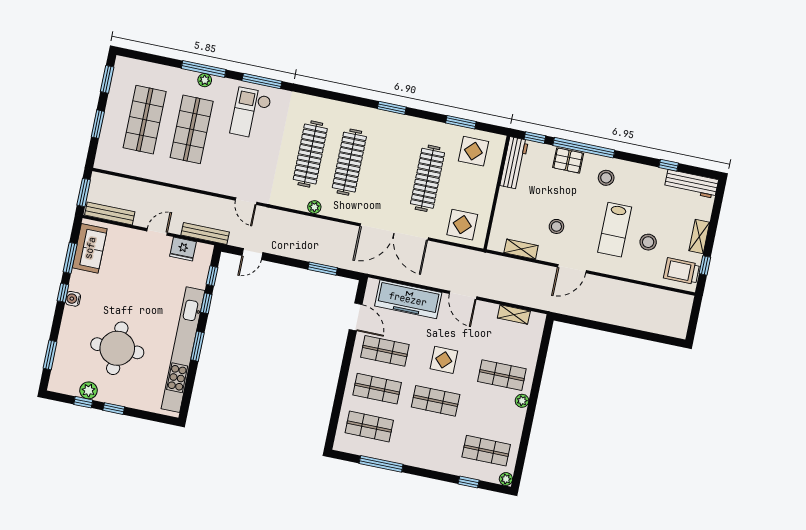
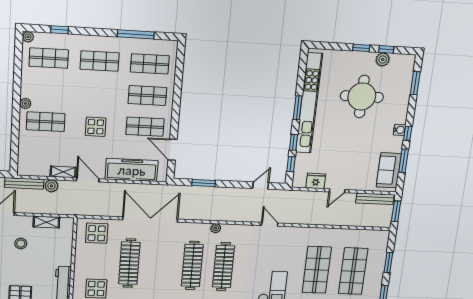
bench: (205, 233) -> (24, 183), moved
plant: (508, 294) -> (51, 186), added
shelving: (514, 314) -> (63, 172), moved
shop shelf: (436, 401) -> (100, 61), moved

